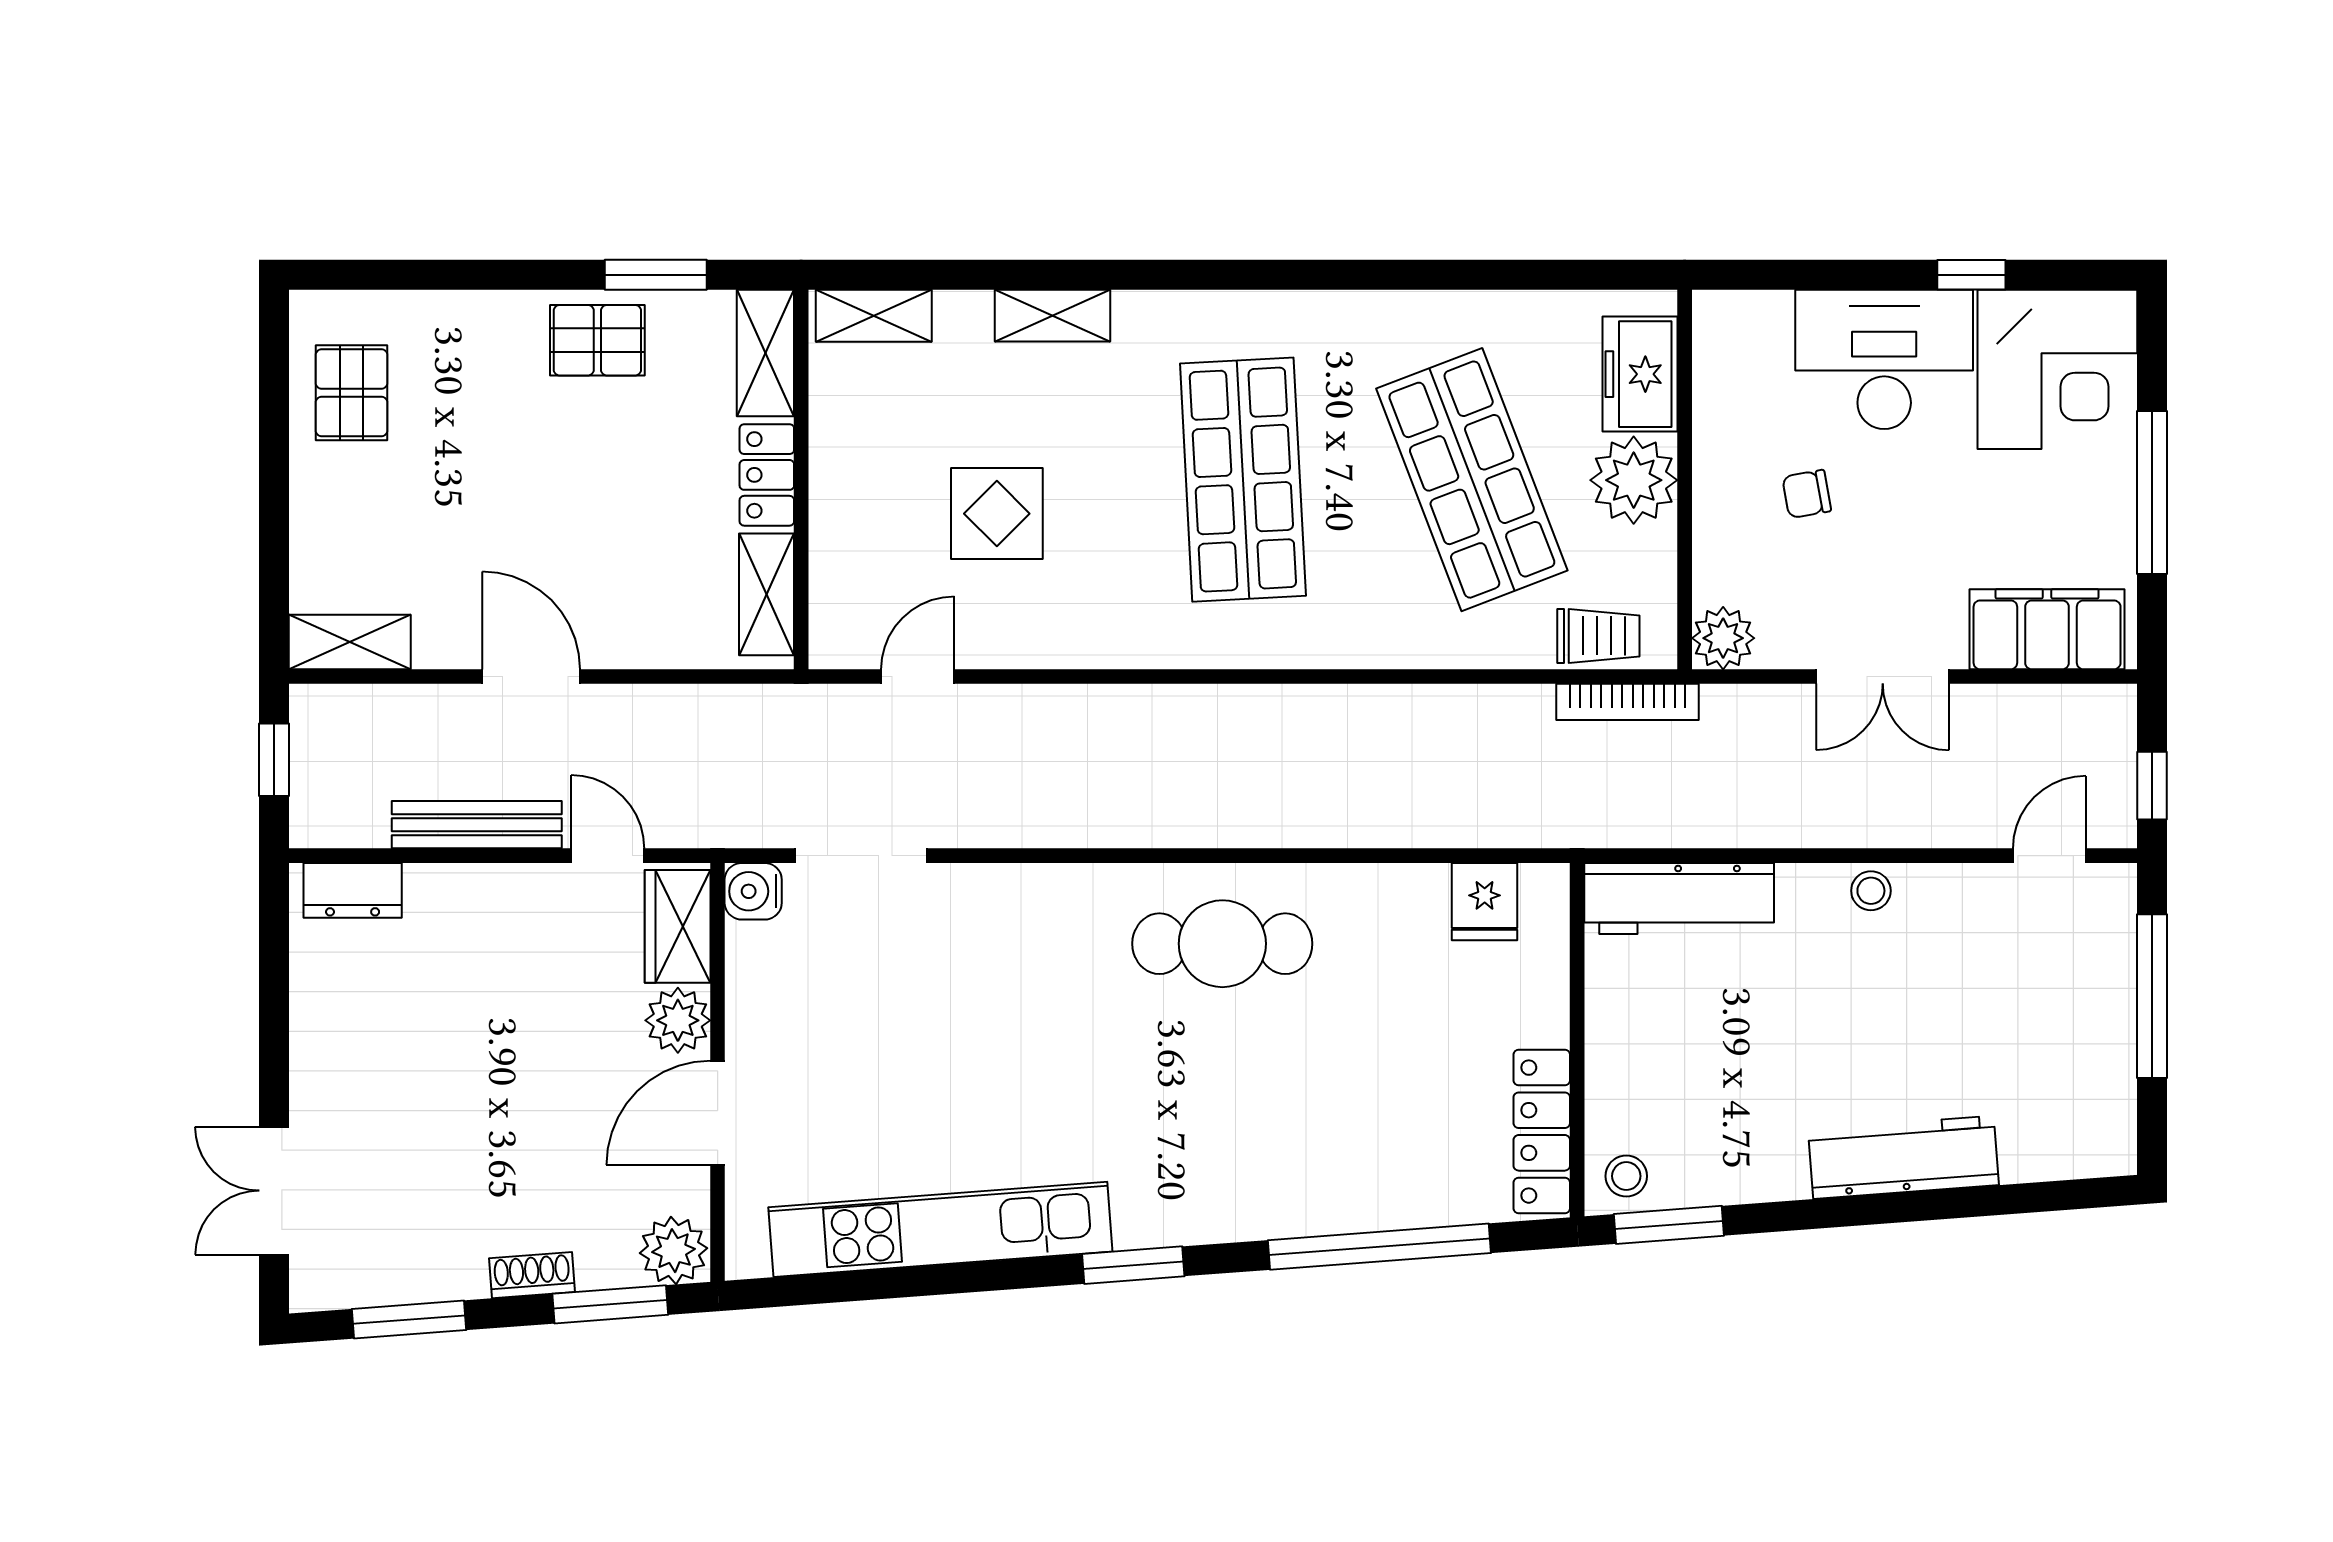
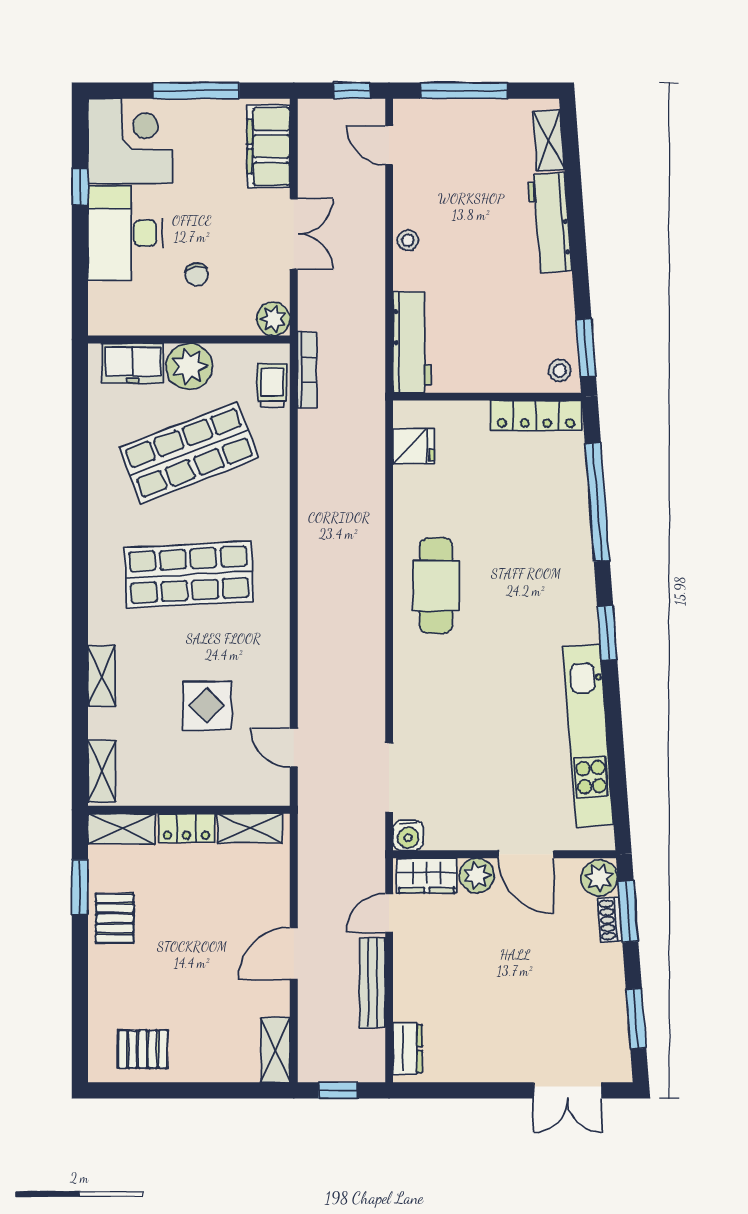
shelving: (2058, 1155) -> (549, 141), added
shoe rack: (532, 1275) -> (610, 920), moved

